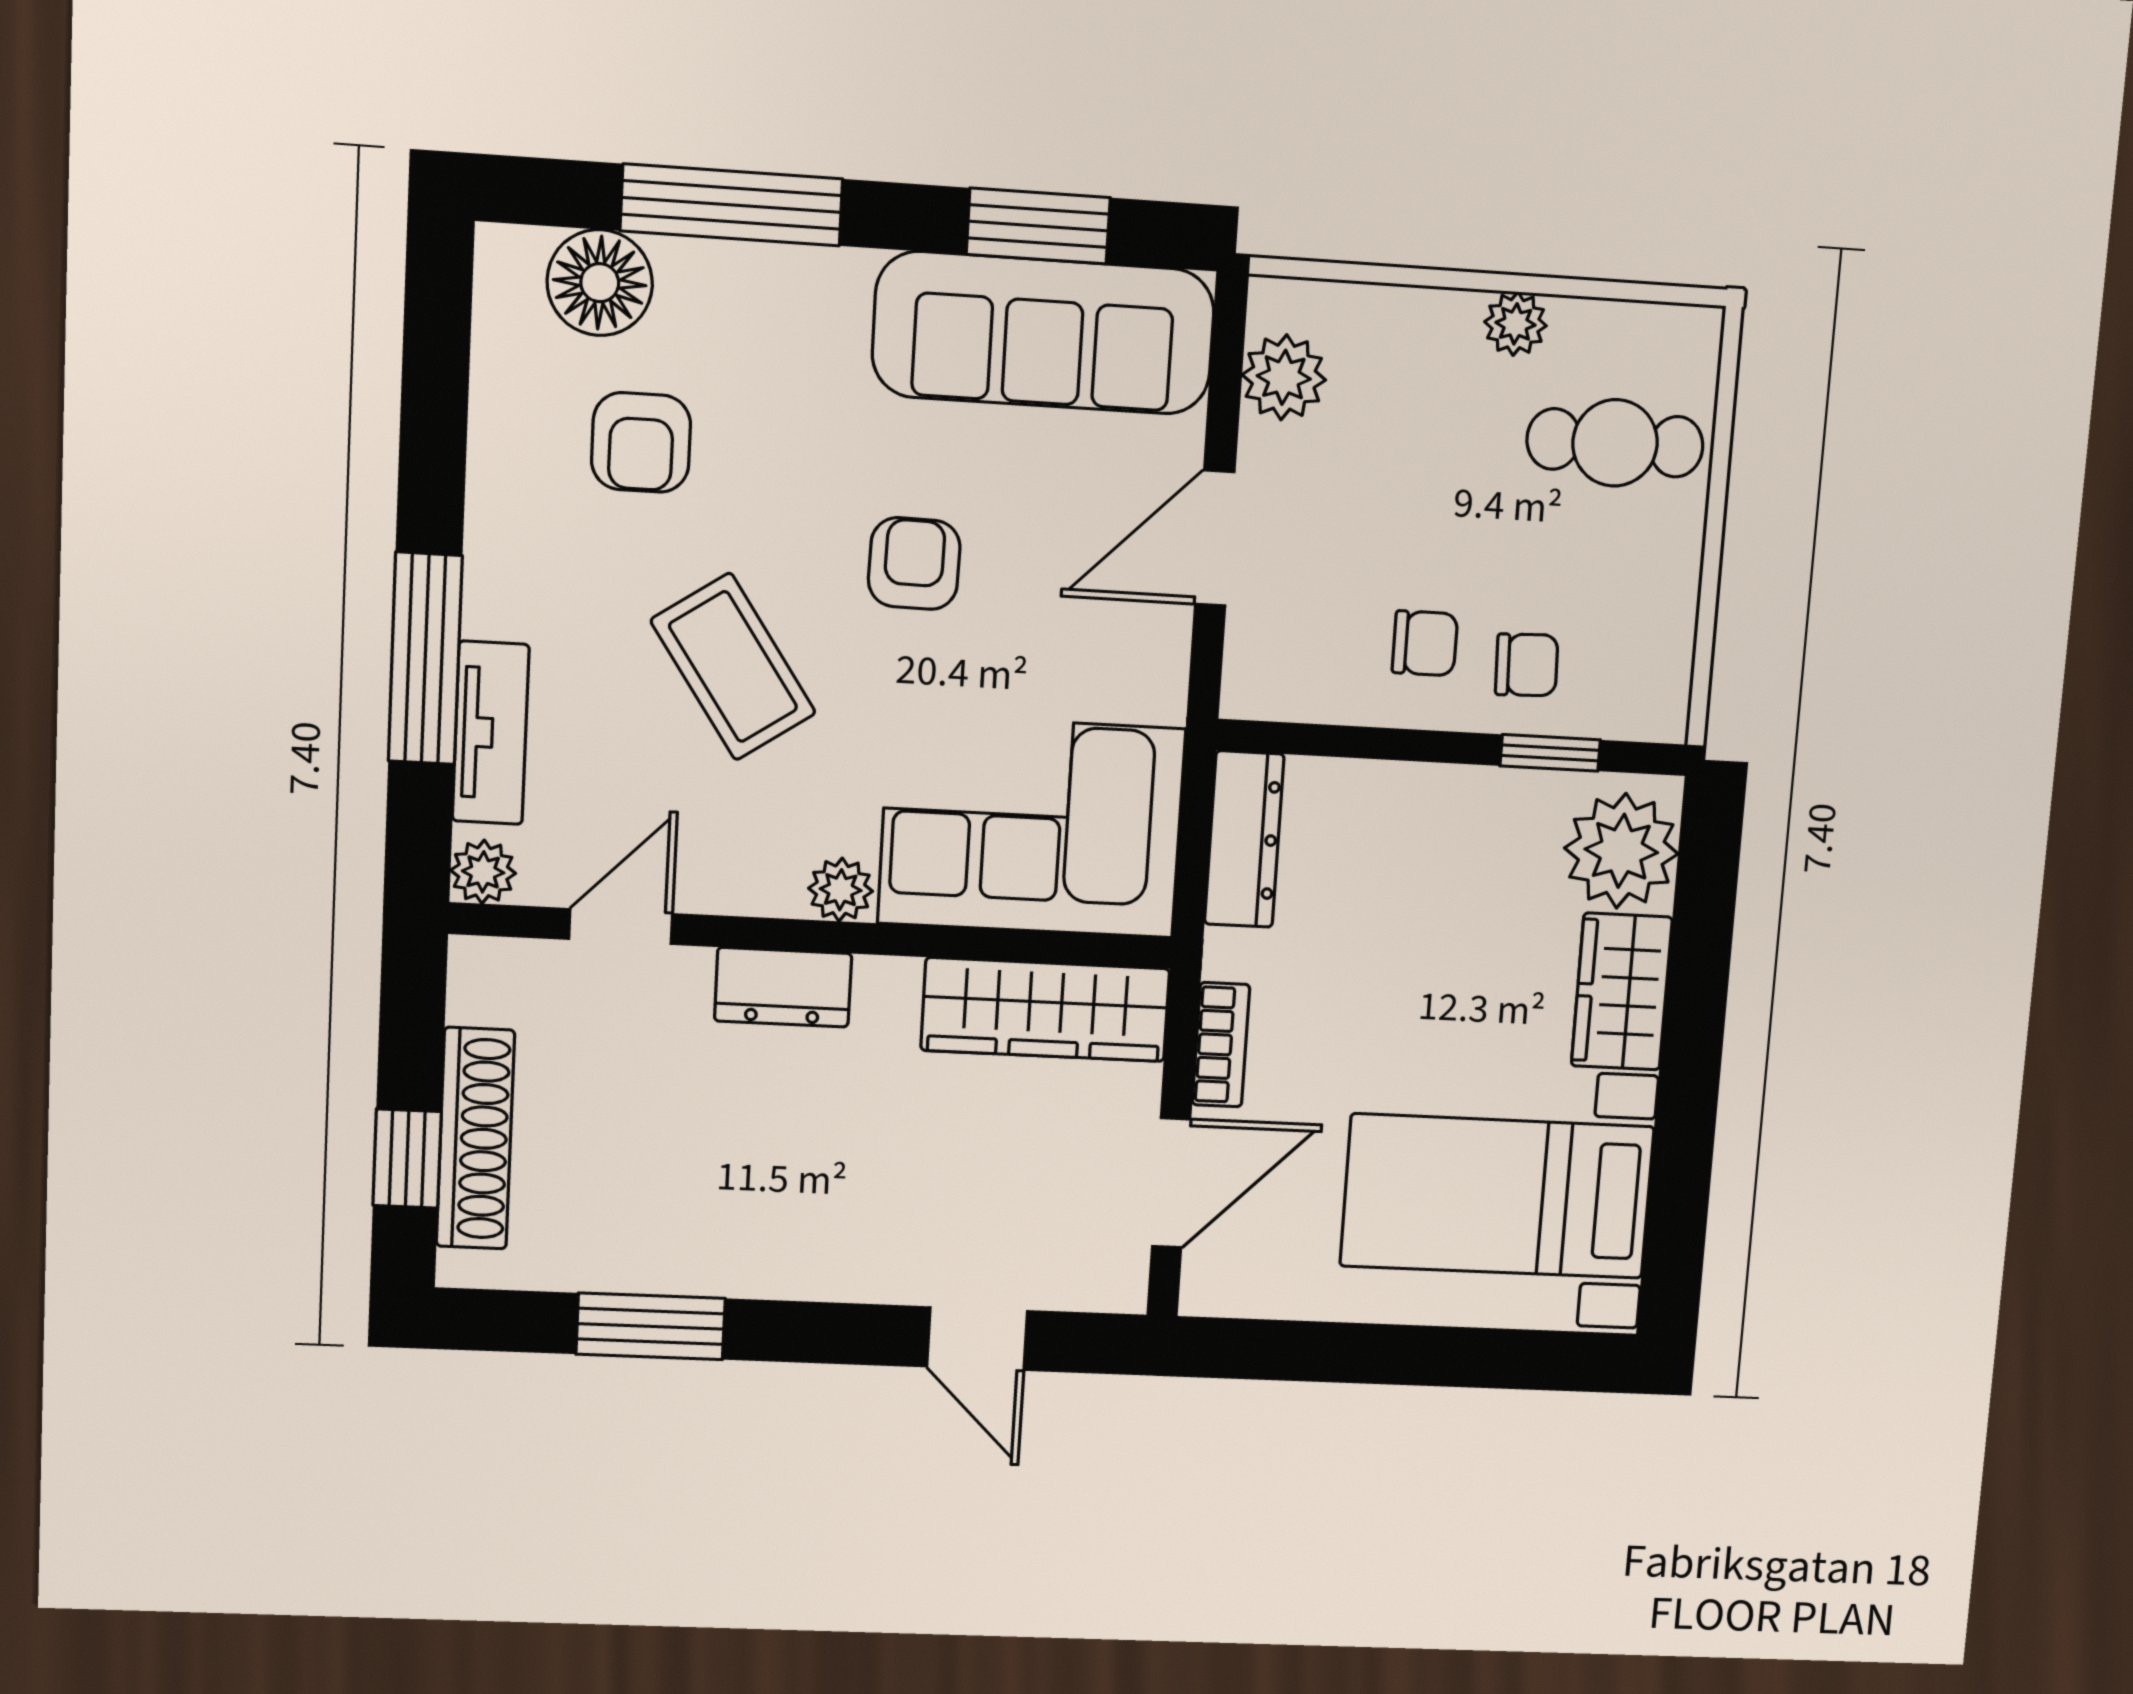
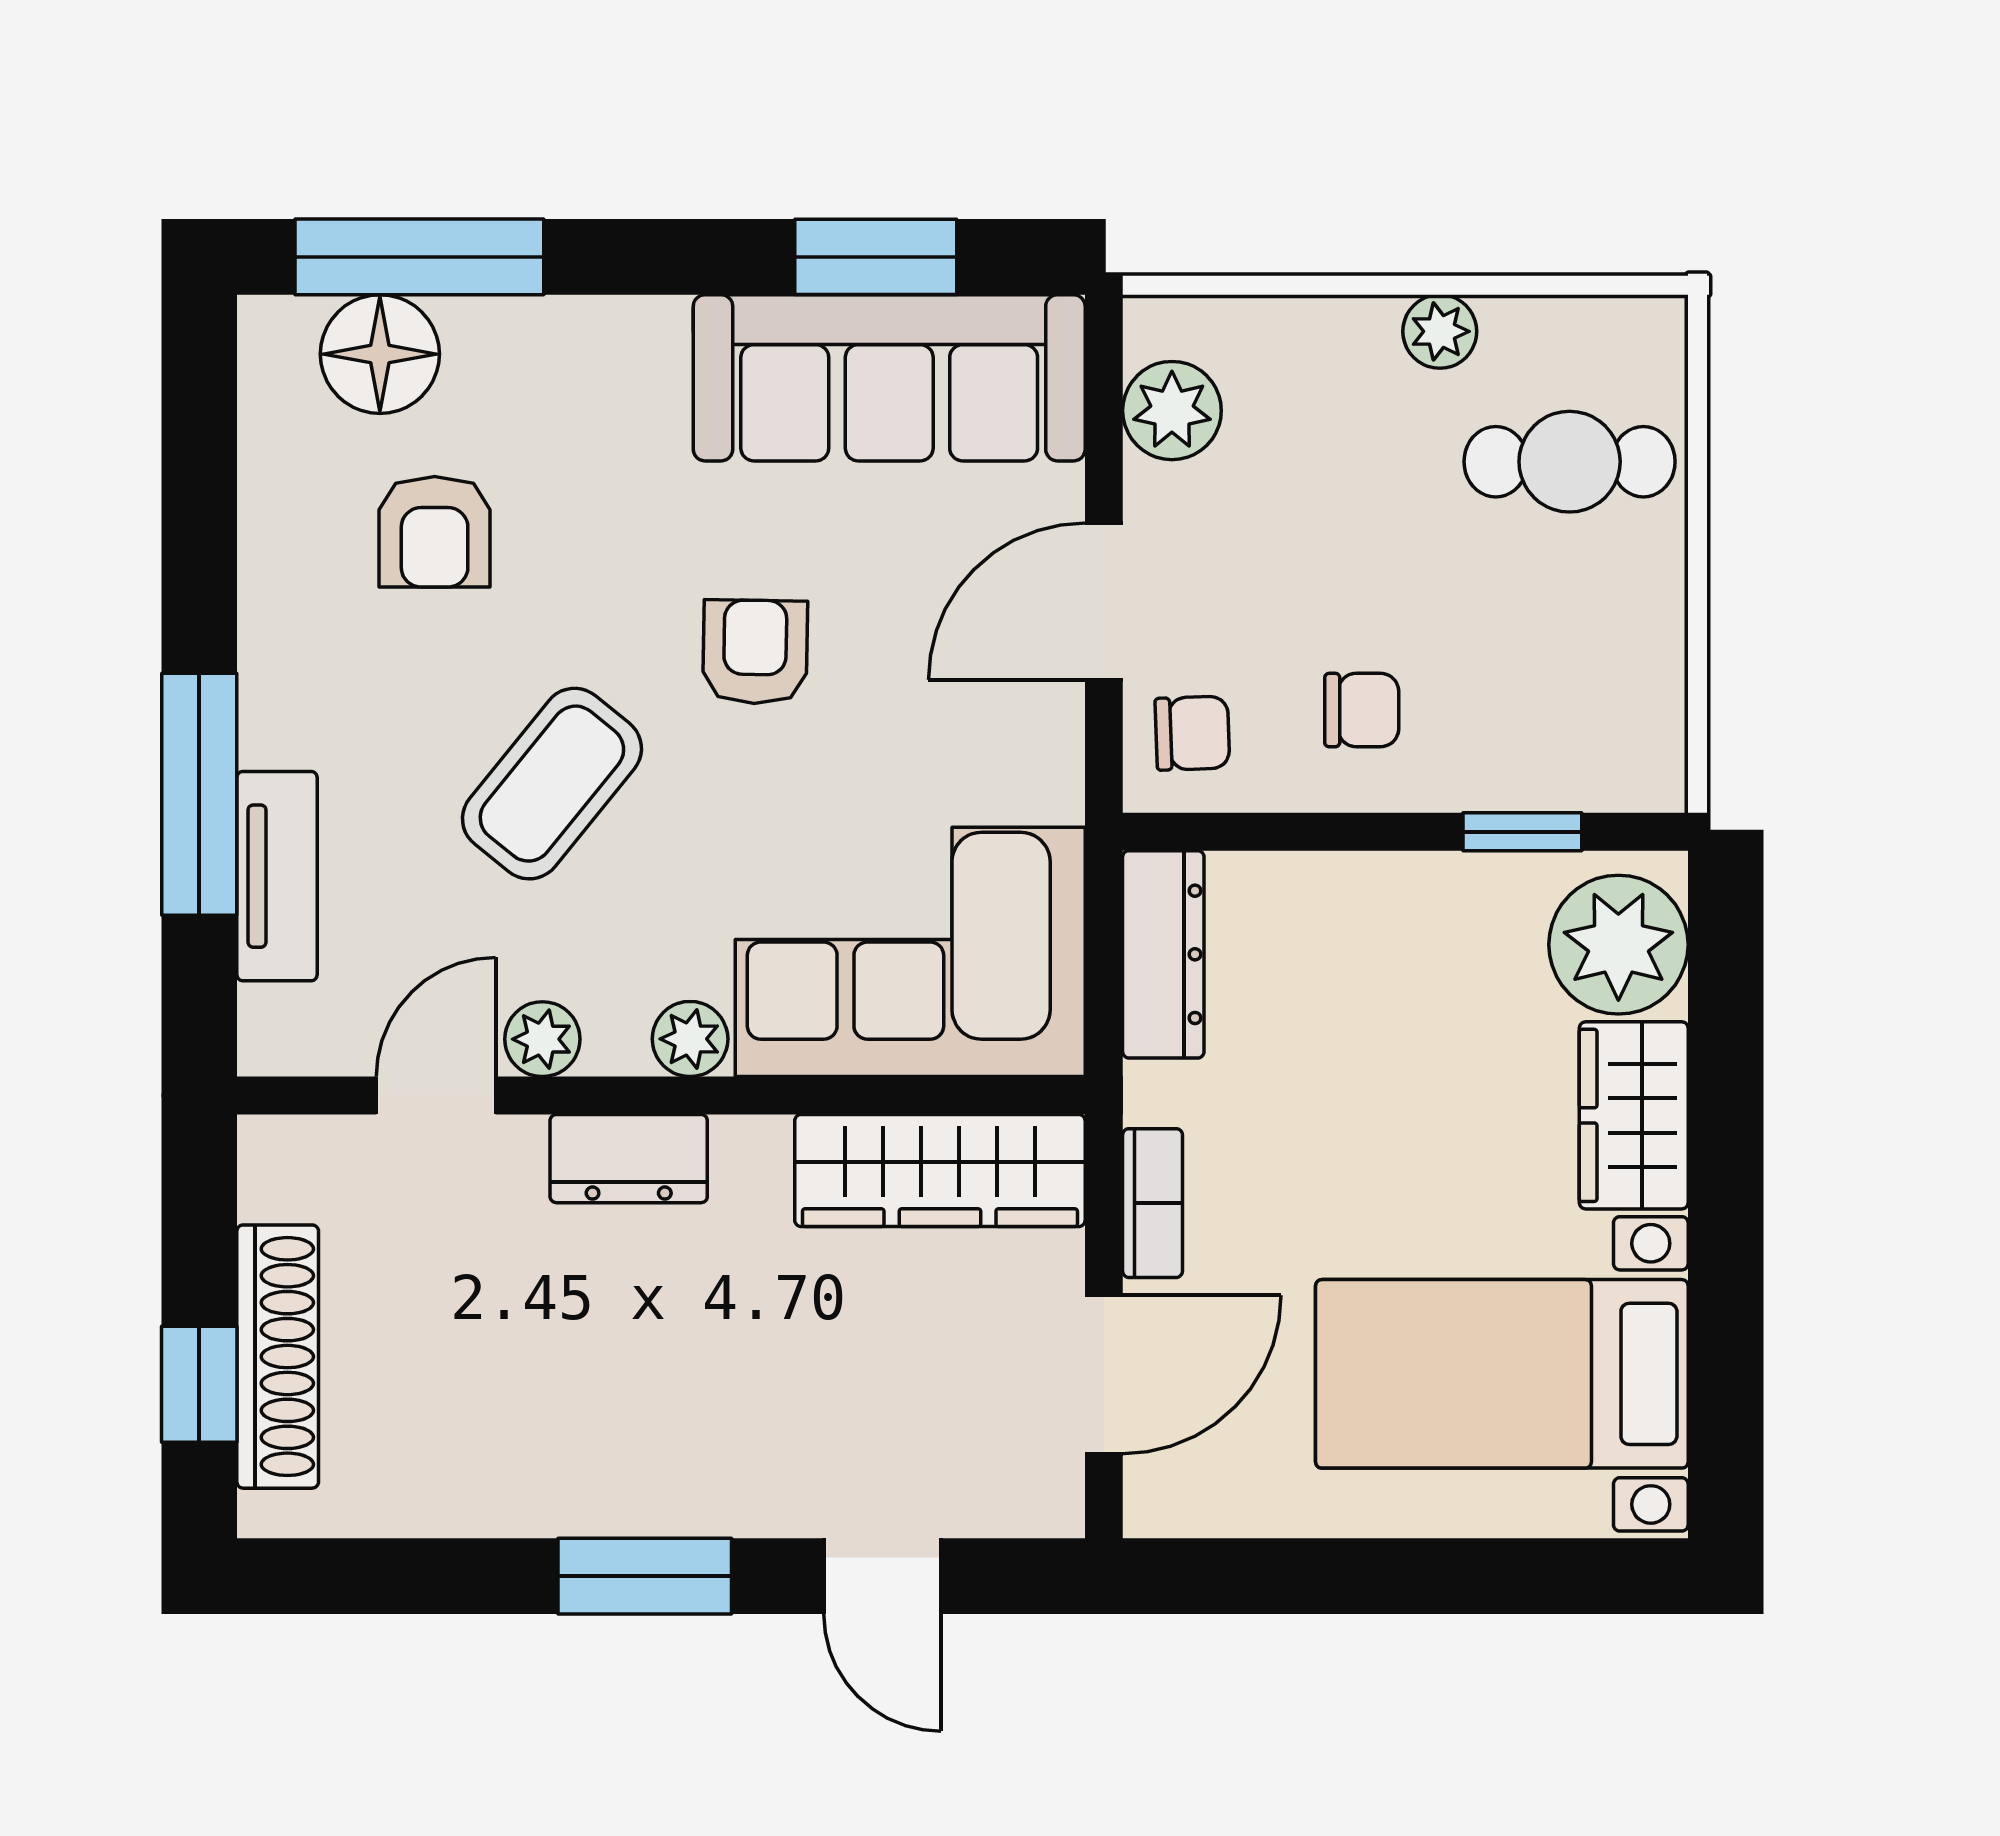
window: (732, 205) -> (419, 257), moved
chair: (1527, 665) -> (1192, 733), moved
coffee table: (733, 667) -> (552, 784), turned 73
plant: (483, 872) -> (542, 1039), moved
window: (651, 1326) -> (645, 1576), moved

